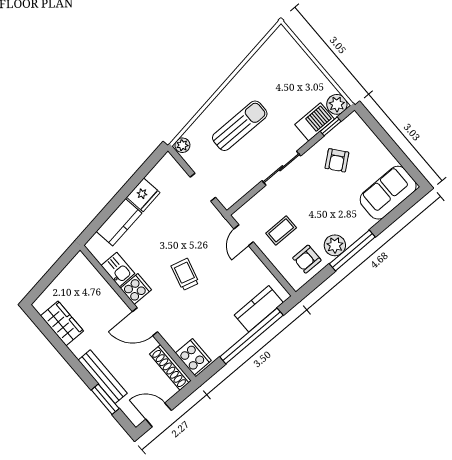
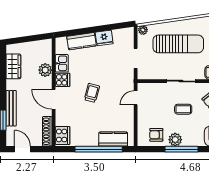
sun lounger: (240, 126) -> (178, 44), width x1.36, depth x1.34
coffee table: (281, 230) -> (183, 109), moved
plant: (105, 295) -> (45, 70), added

